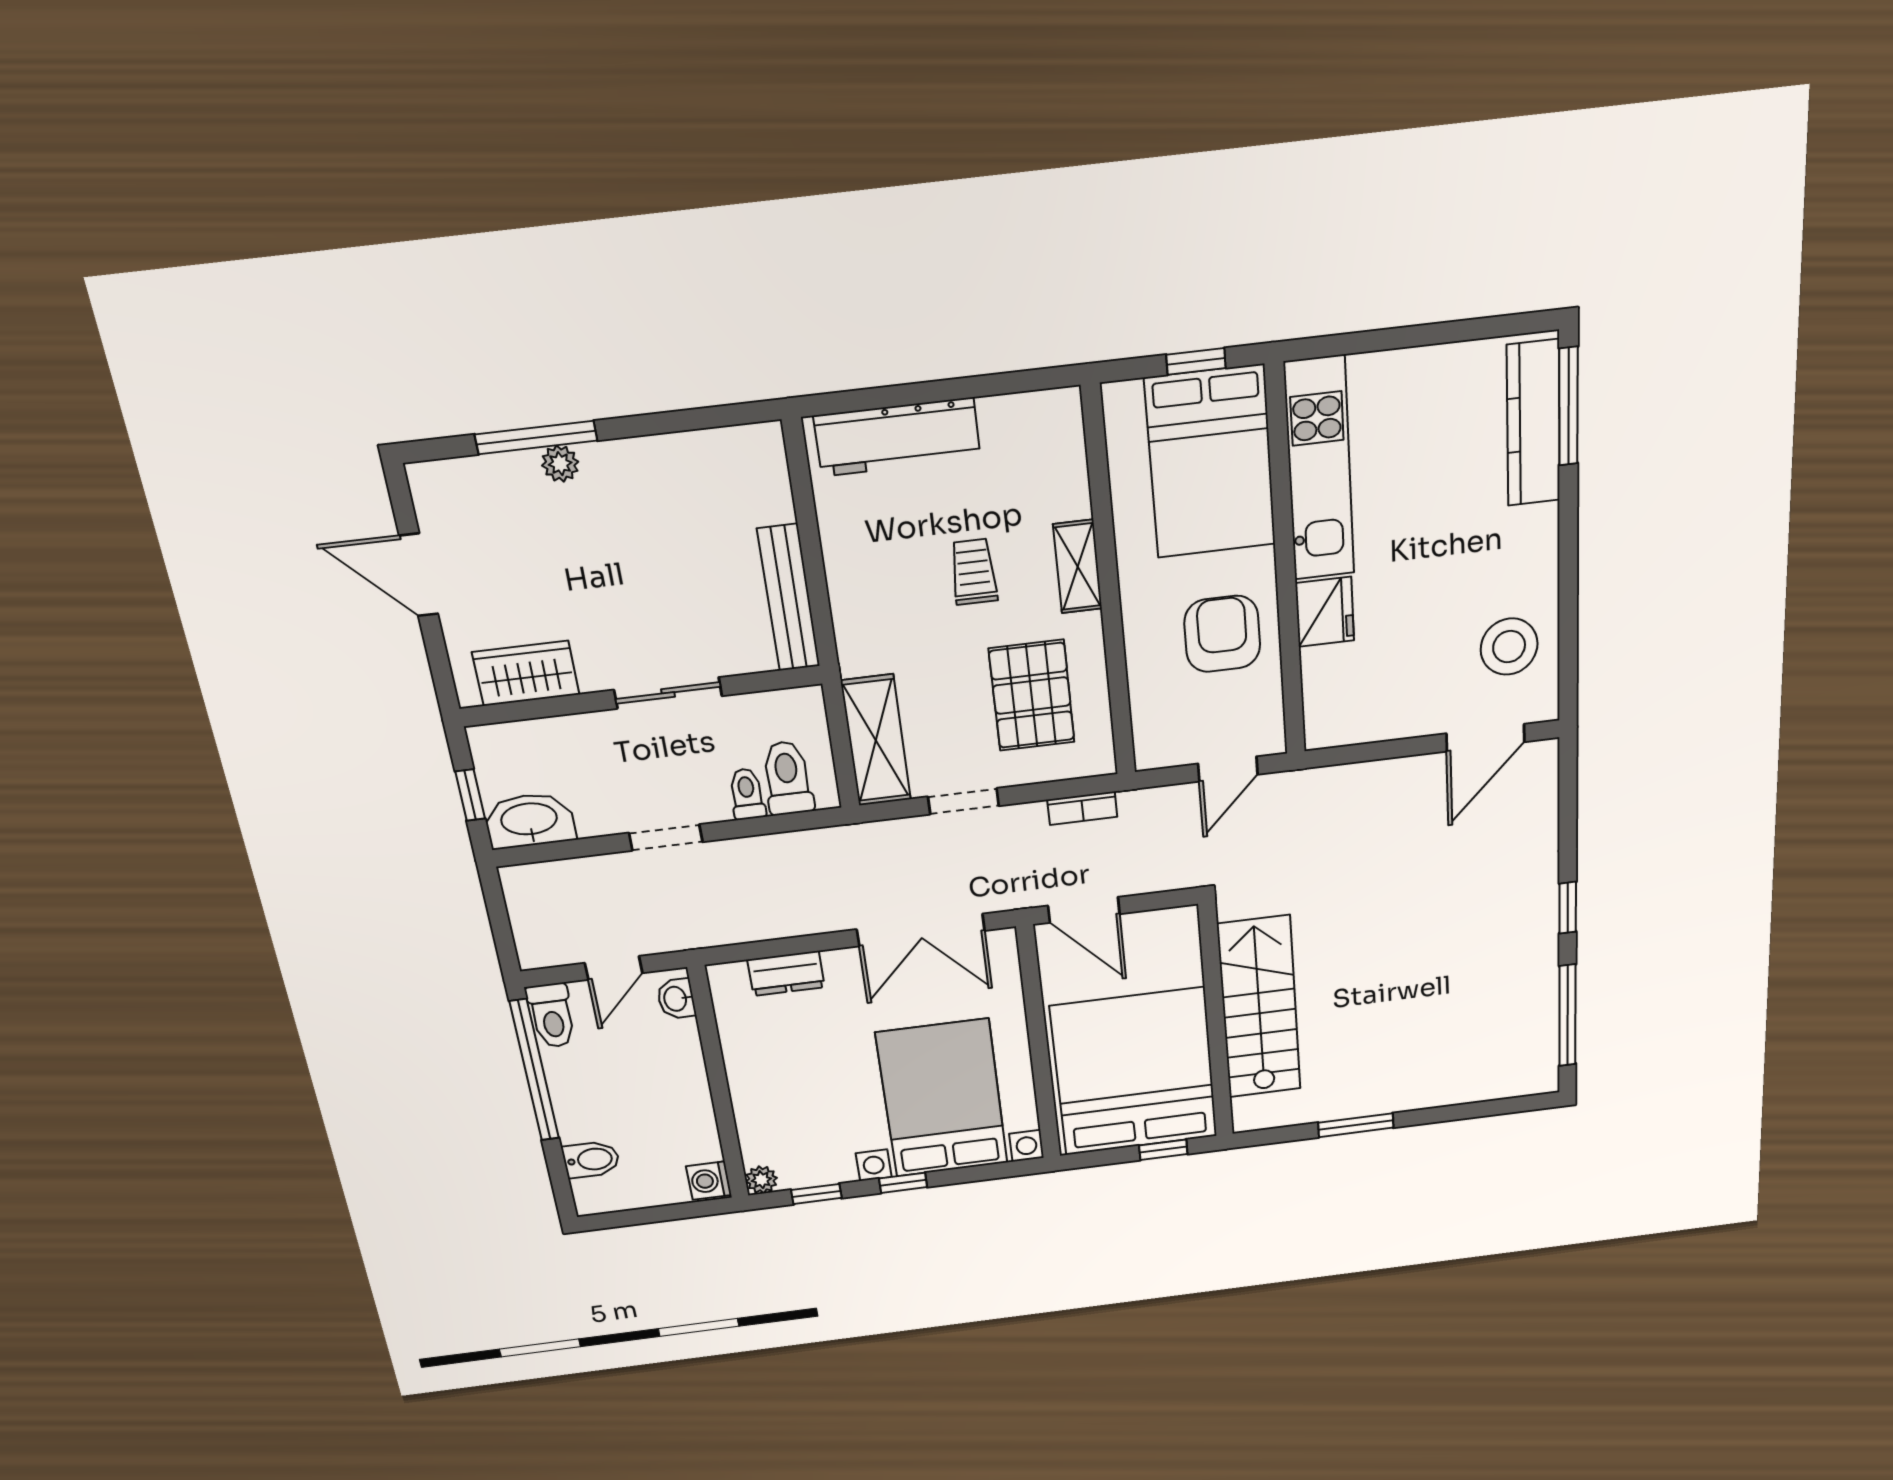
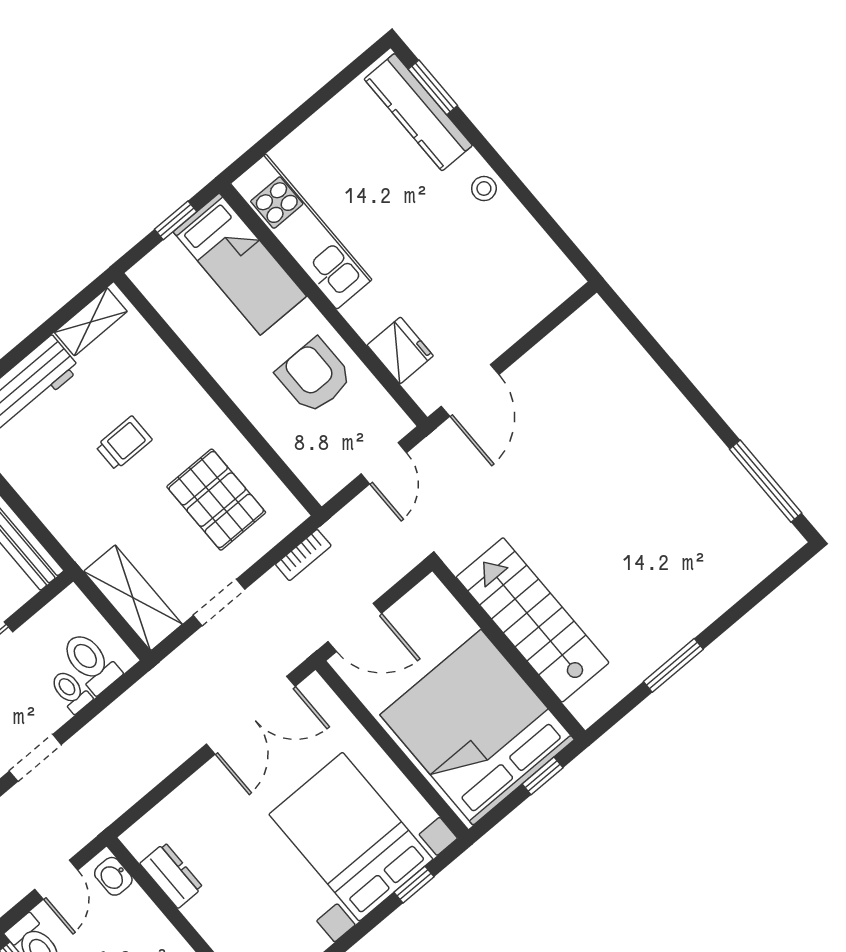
window: (1568, 406) -> (433, 87), width x0.69
bed: (1210, 462) -> (240, 264), width x0.67
shelving: (1078, 567) -> (91, 322), moved, turned 90
trolley: (974, 572) -> (124, 443), turned 90
fridge: (1325, 612) -> (400, 350), moved
stool: (1509, 647) -> (484, 189), moved, width x0.53, depth x0.53
door: (1485, 738) -> (470, 390), moved
window: (1568, 908) -> (700, 404), removed
dresser: (786, 973) -> (171, 875), moved, turned -90
window: (903, 1183) -> (414, 885), moved

